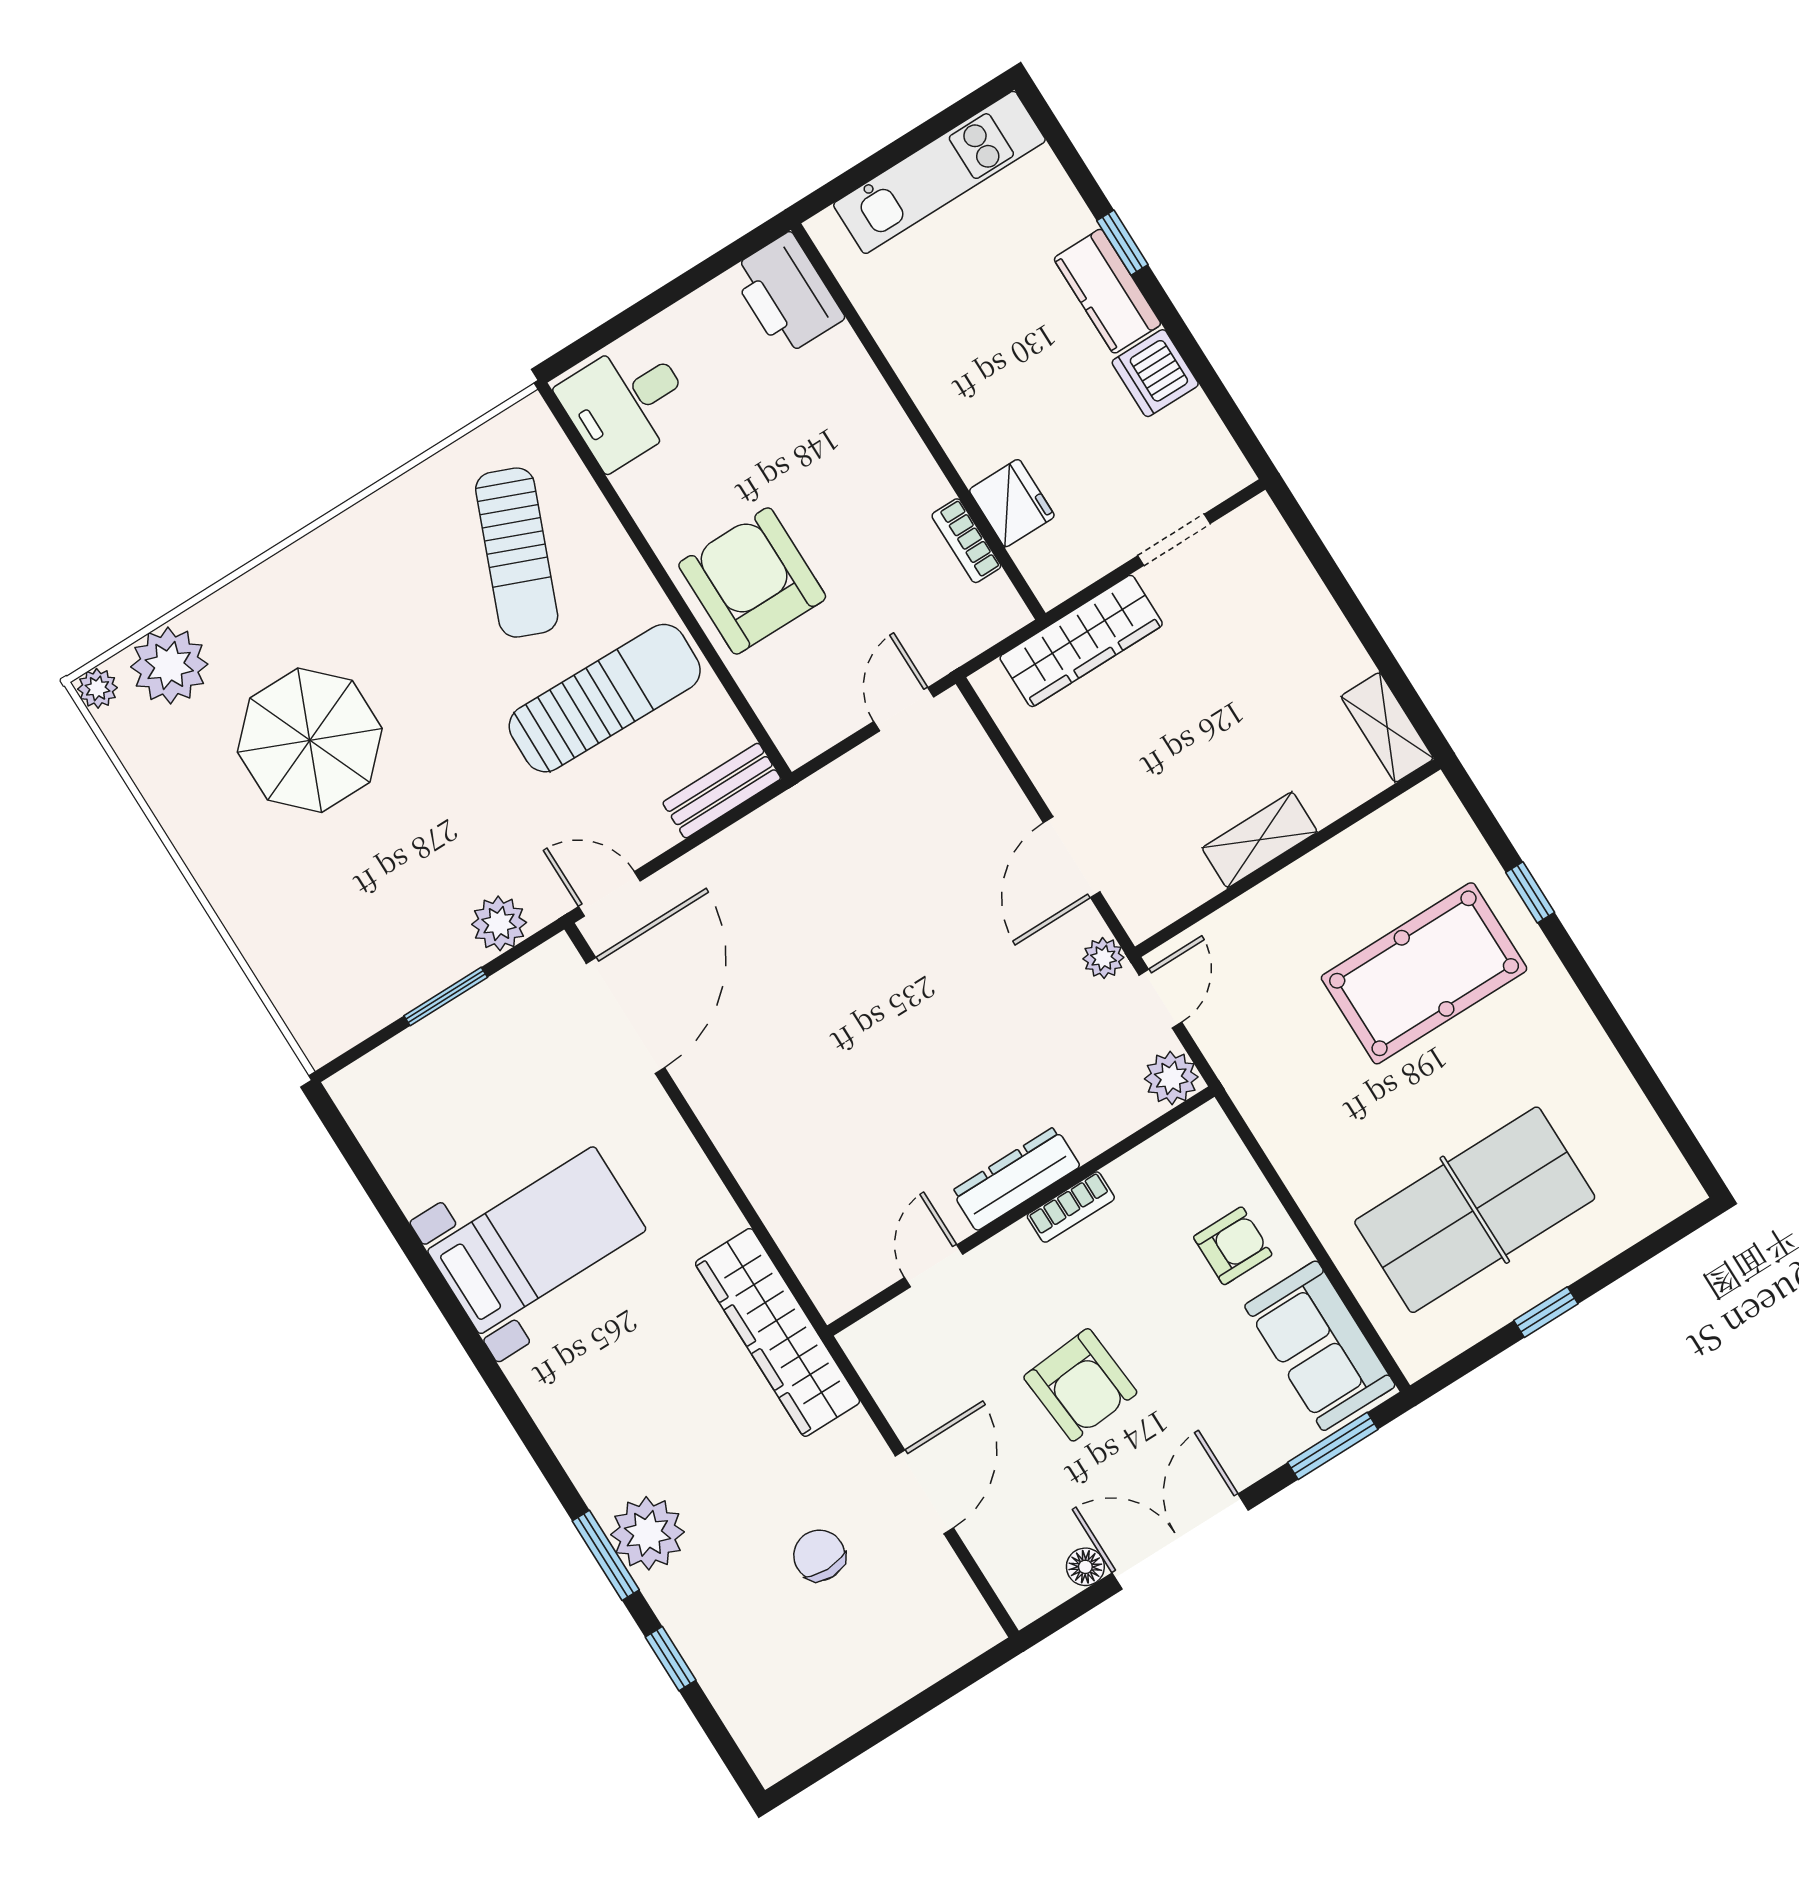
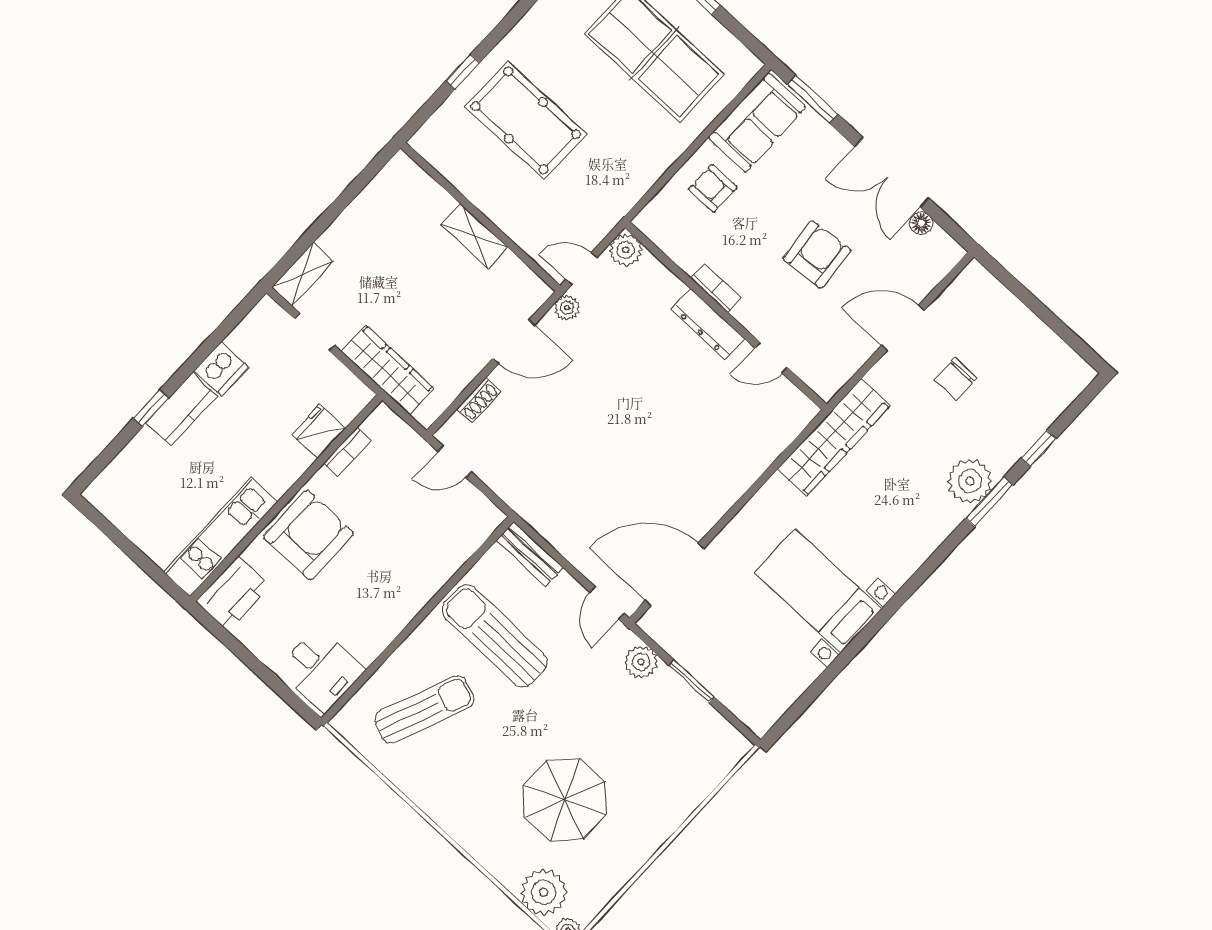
kitchen unit: (939, 172) -> (220, 537), moved, turned -90
armchair: (752, 581) -> (309, 535), moved, turned 180
shelving: (1387, 727) -> (303, 274), moved
shoe rack: (993, 775) -> (479, 400), added

